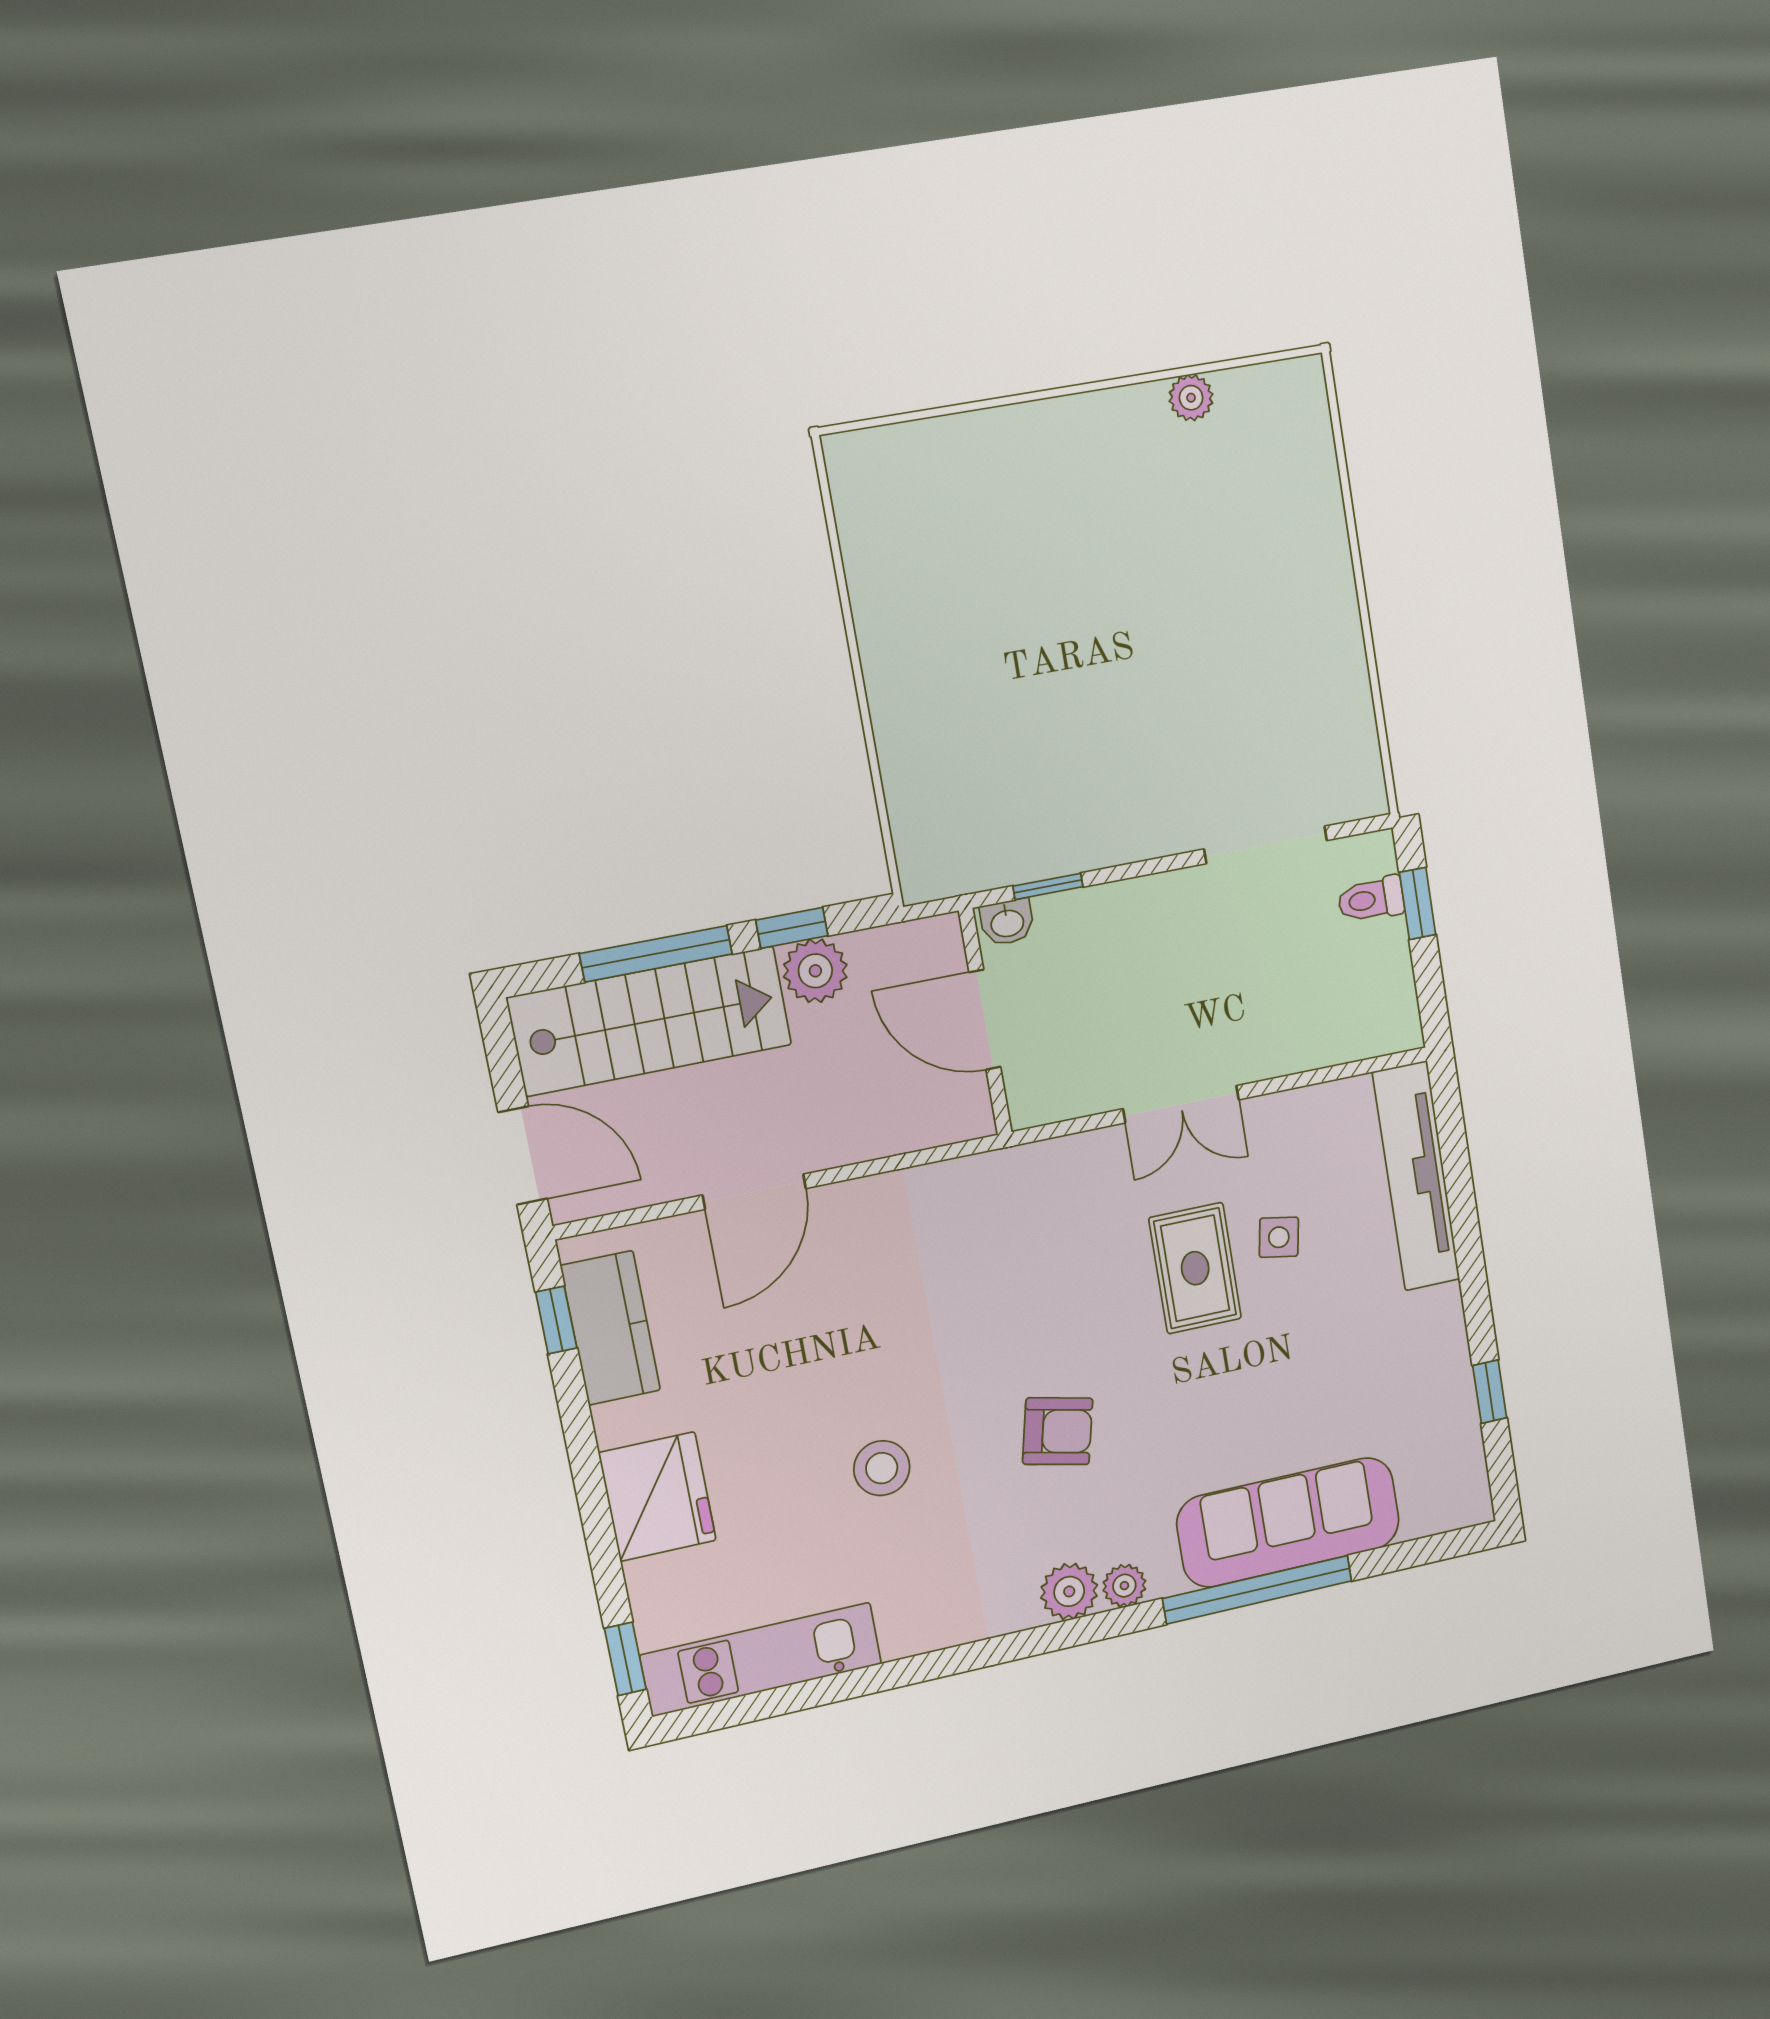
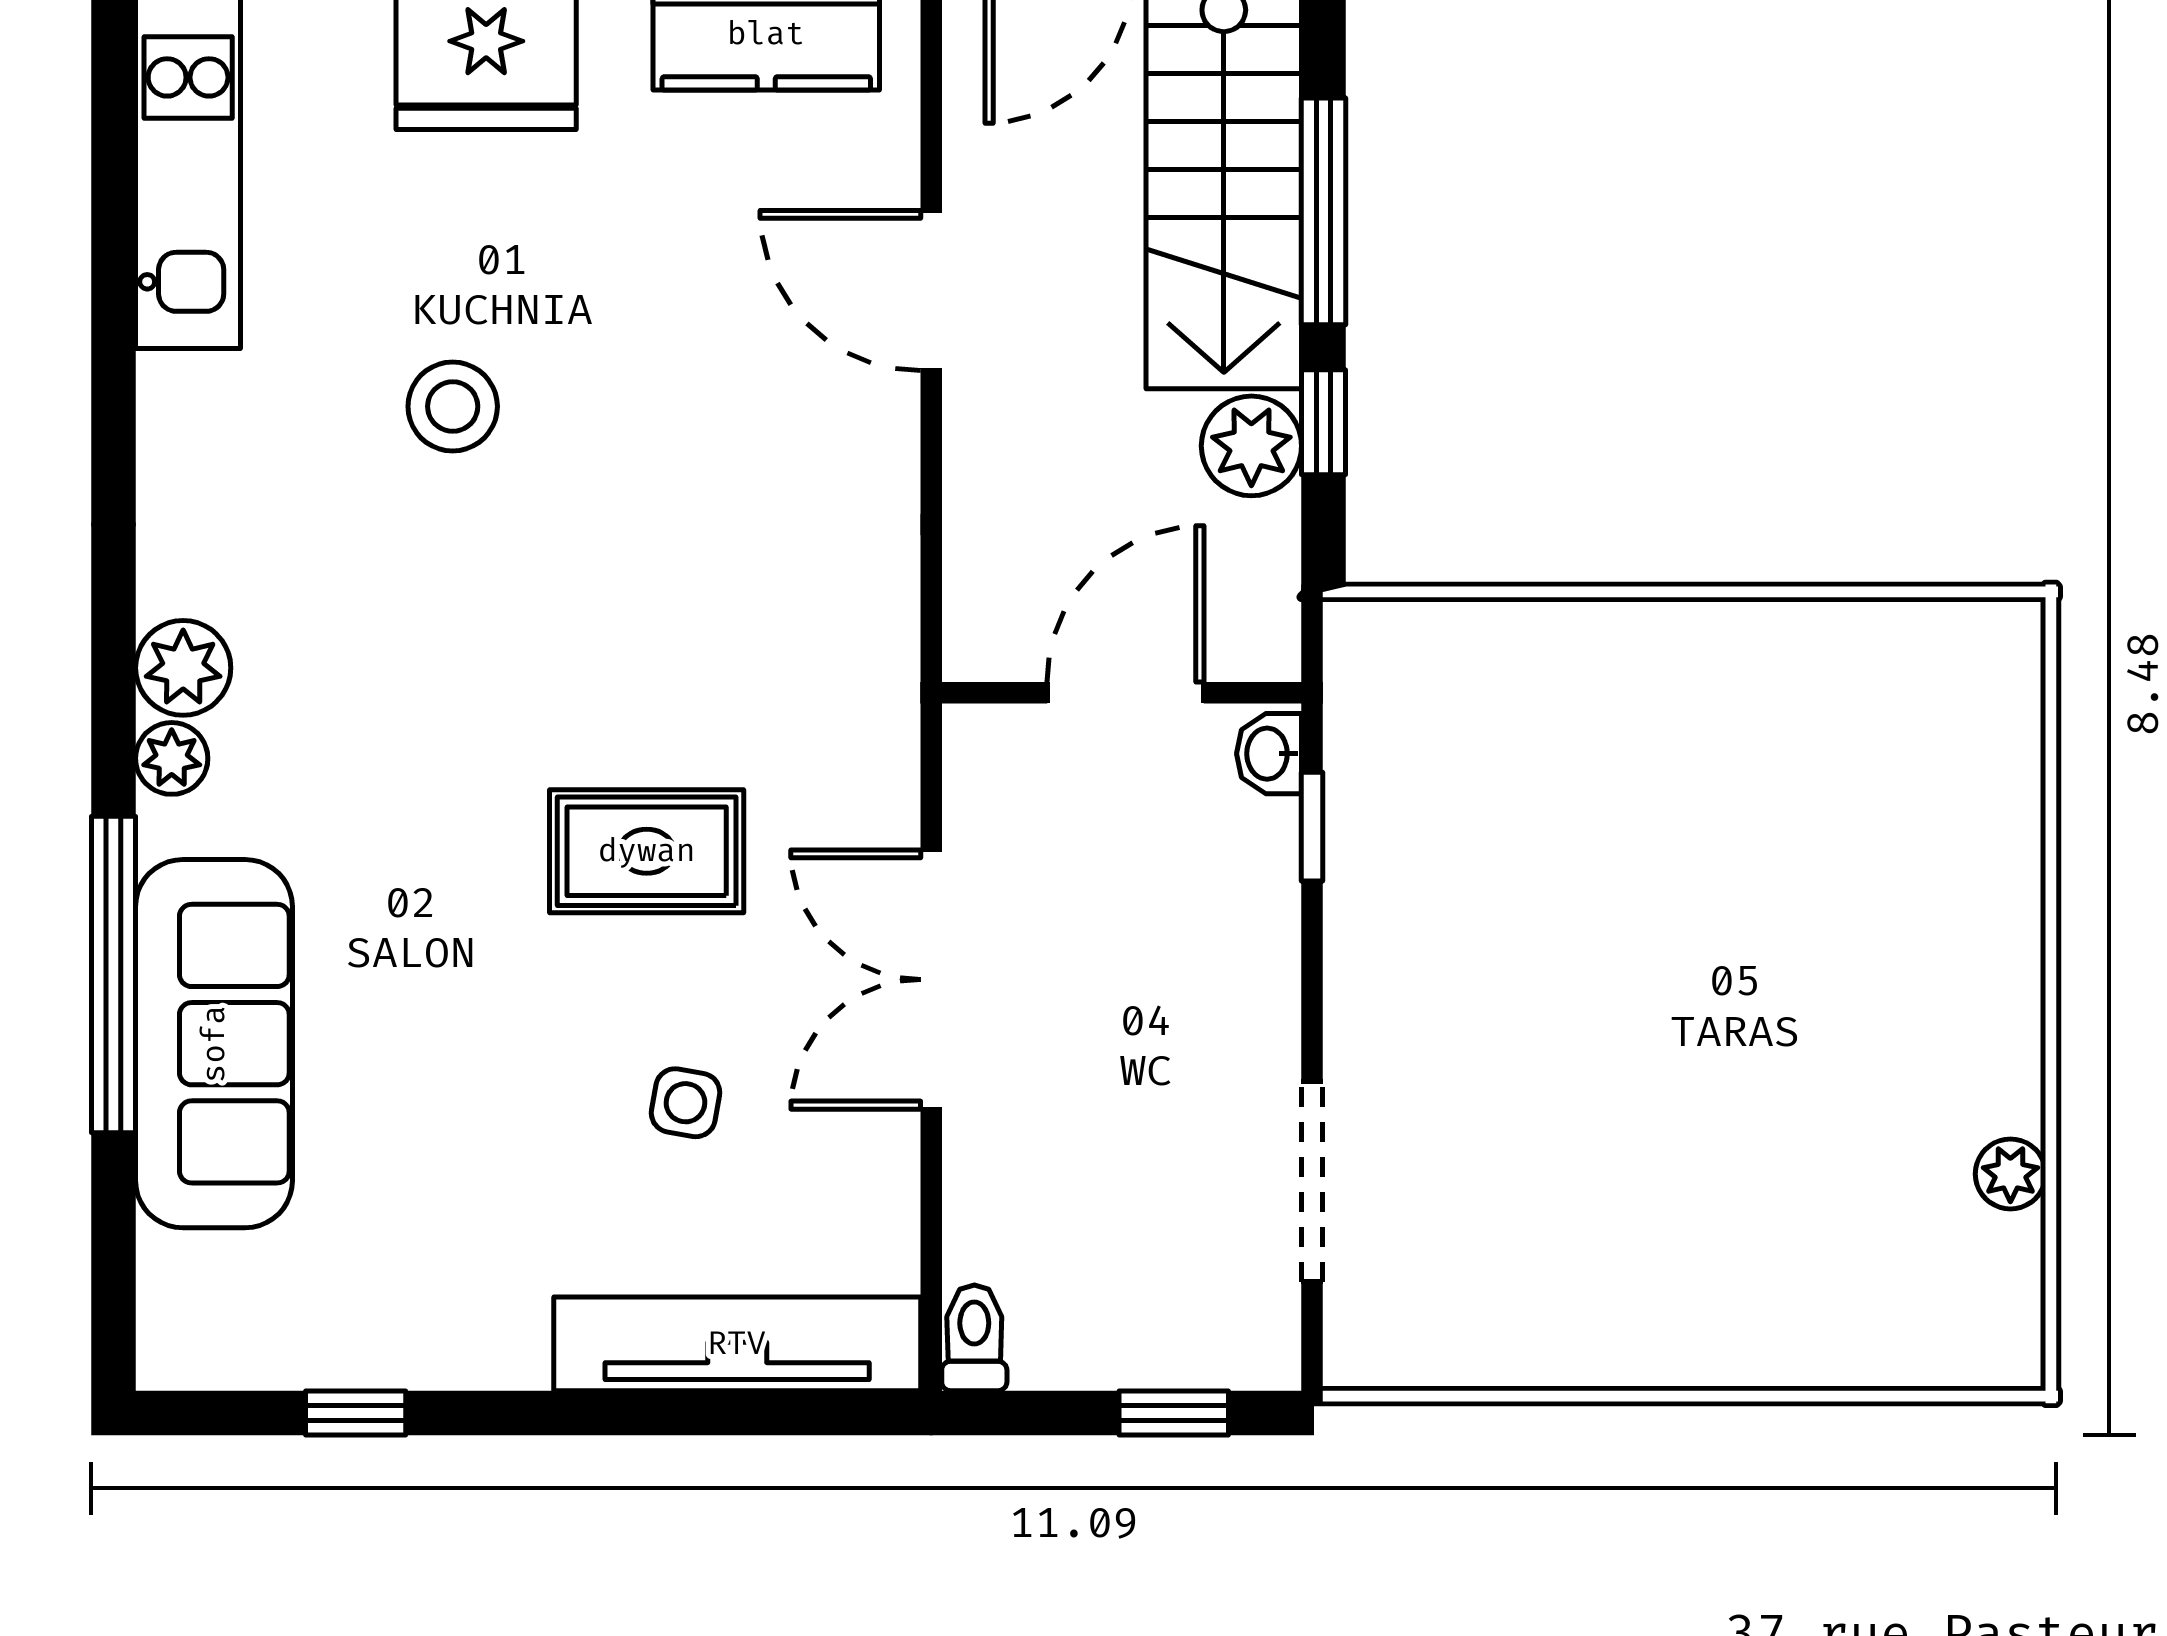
toilet: (1371, 899) -> (974, 1338), moved
double door: (1181, 1104) -> (931, 980), width x1.37
rug: (1195, 1268) -> (647, 851), moved
armchair: (1058, 1431) -> (449, 694), removed

